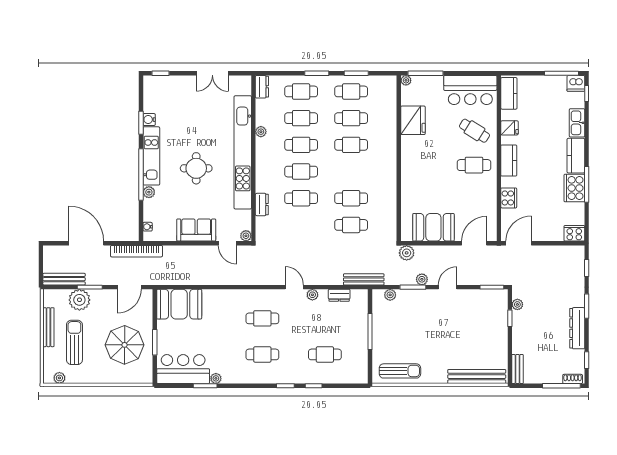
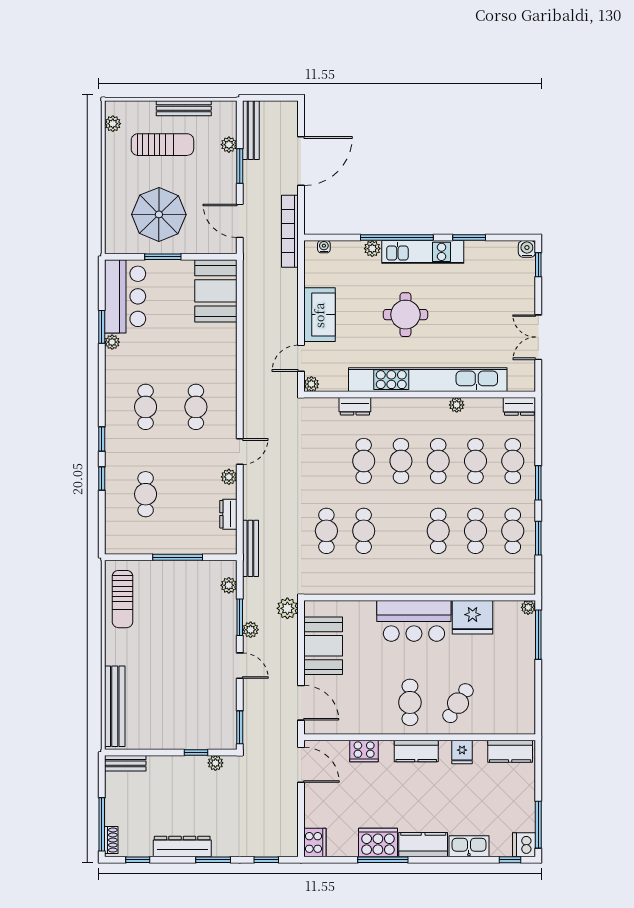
bar counter: (470, 90) -> (414, 621), moved, turned -90
water cooler: (149, 120) -> (527, 249), moved
plant: (79, 300) -> (229, 145), width x0.53, depth x0.53

